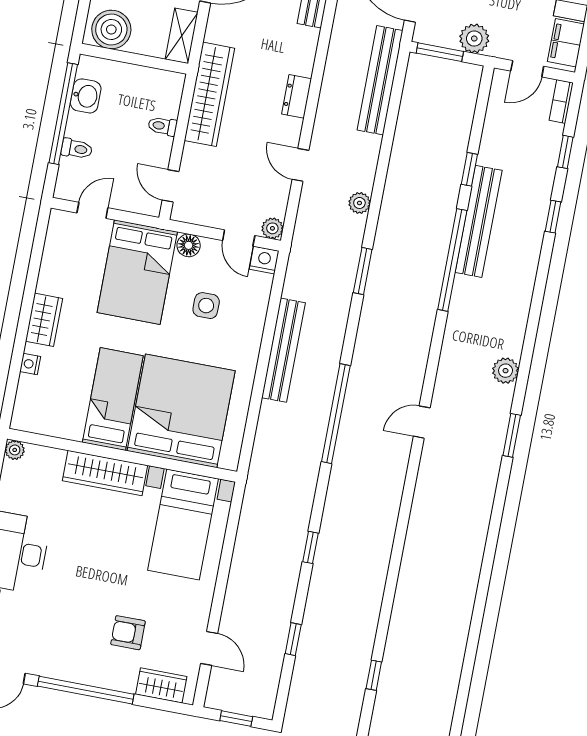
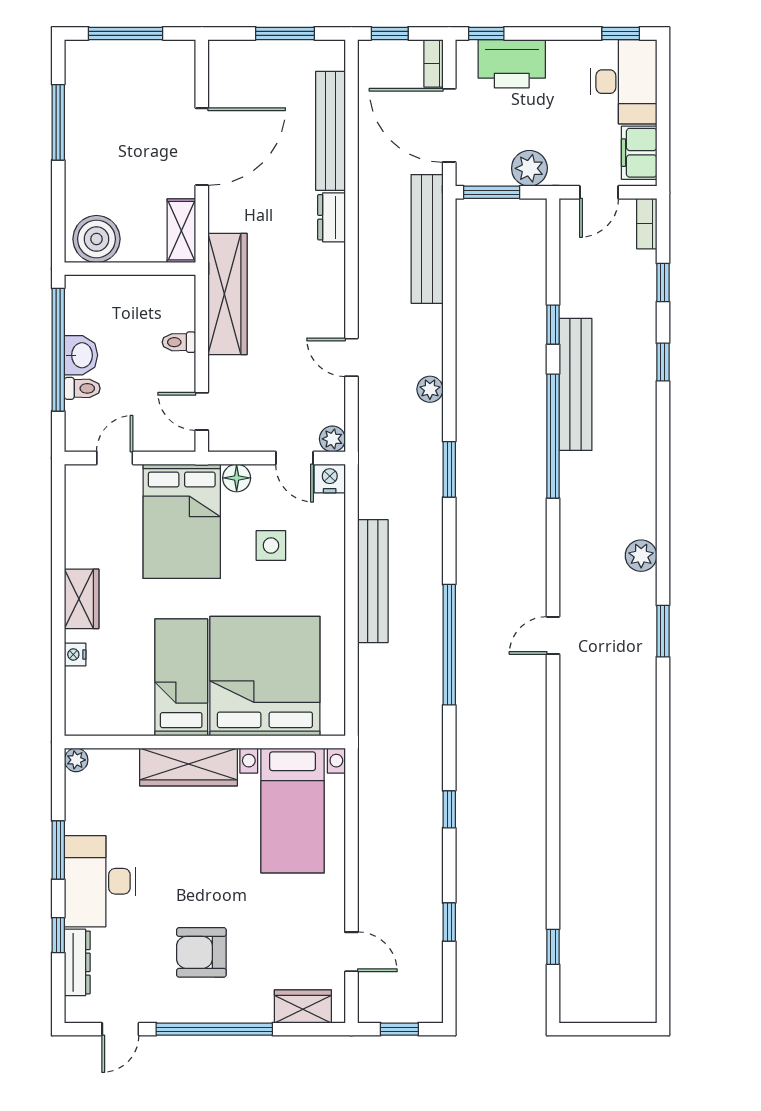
washbasin: (86, 96) -> (81, 355), moved
dresser: (297, 96) -> (332, 217), moved
armchair: (128, 633) -> (201, 952), moved, width x1.38, depth x1.38

